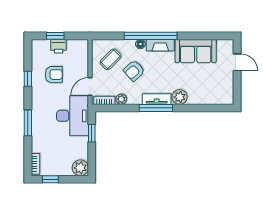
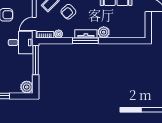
desk: (73, 116) -> (21, 43), width x0.73
window: (92, 133) -> (36, 60), width x2.17

